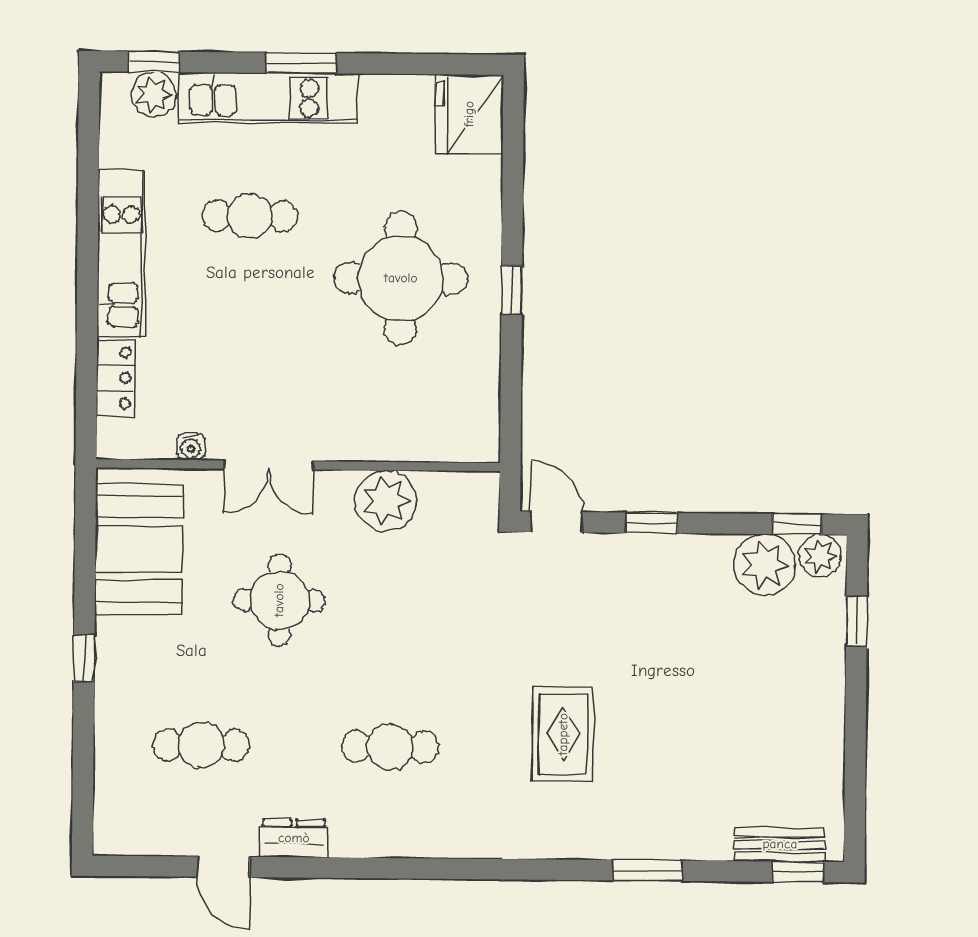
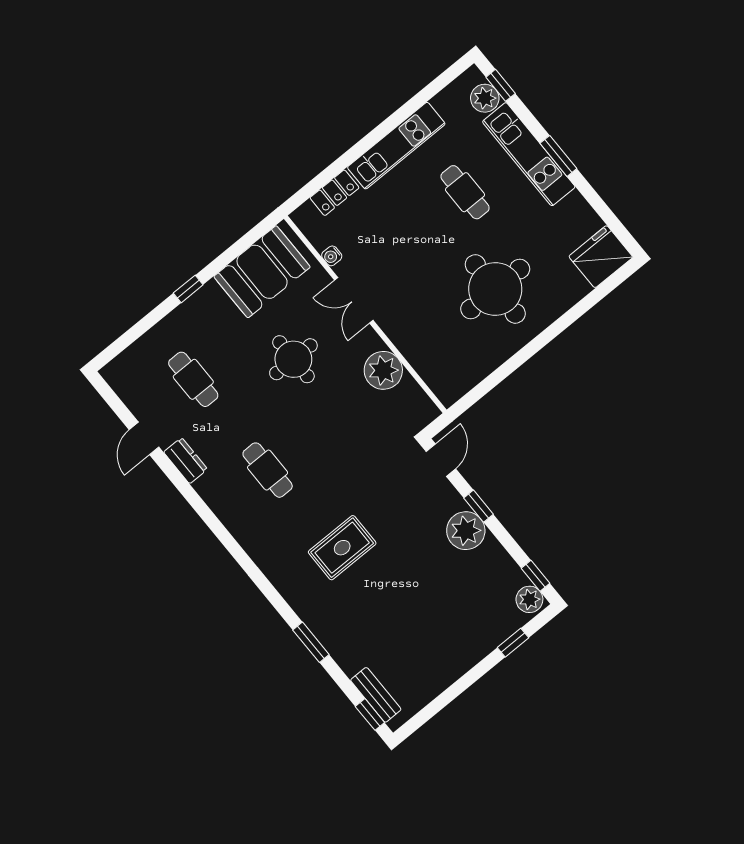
window: (512, 290) -> (534, 347), removed
plant: (764, 565) -> (466, 531), moved

